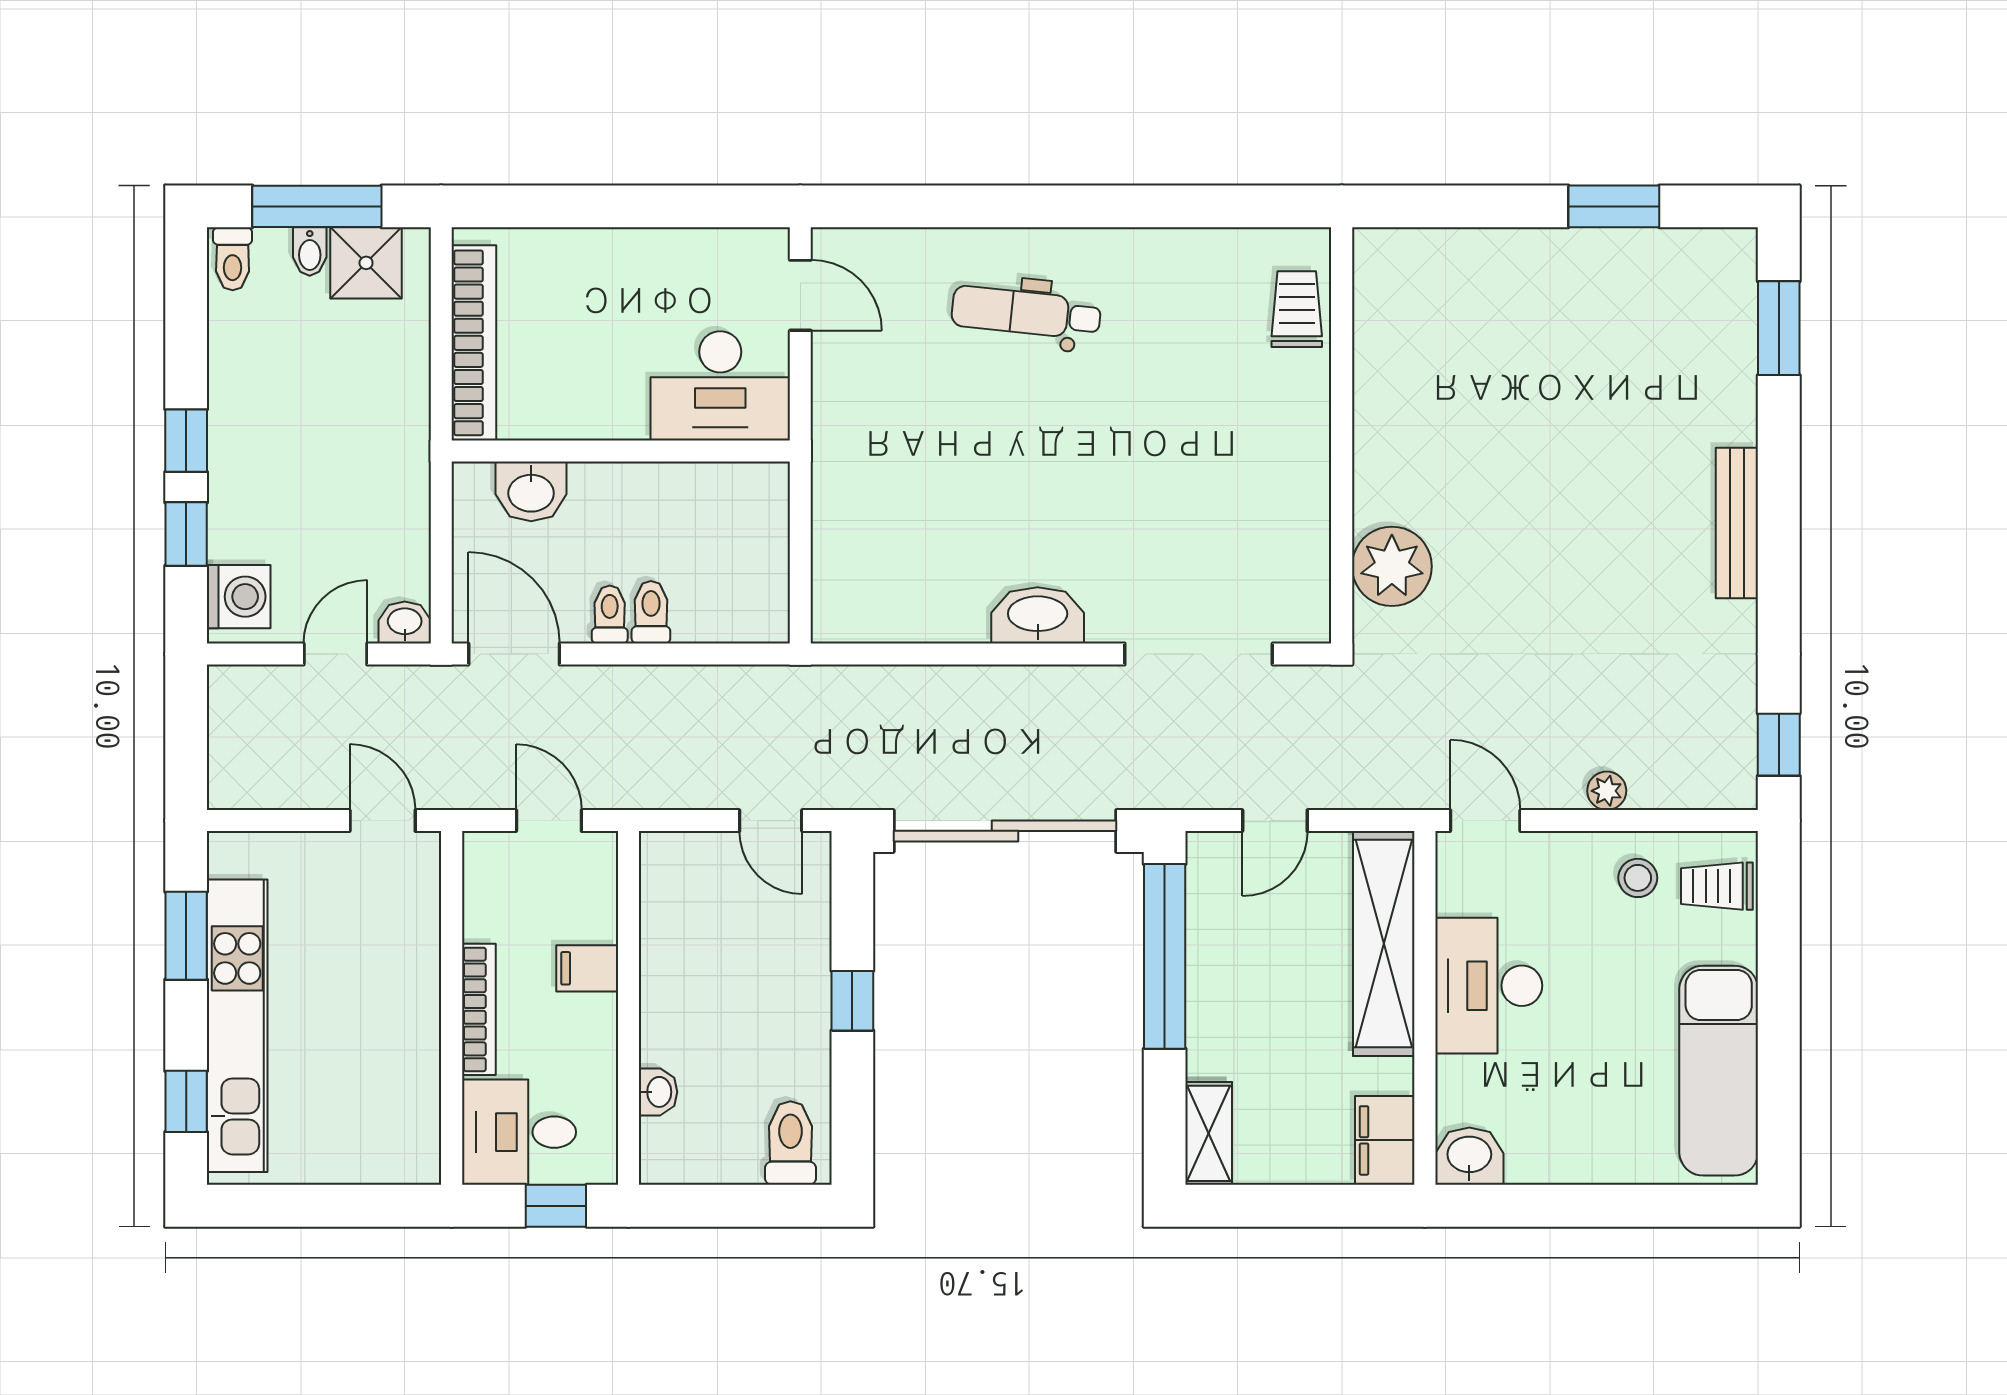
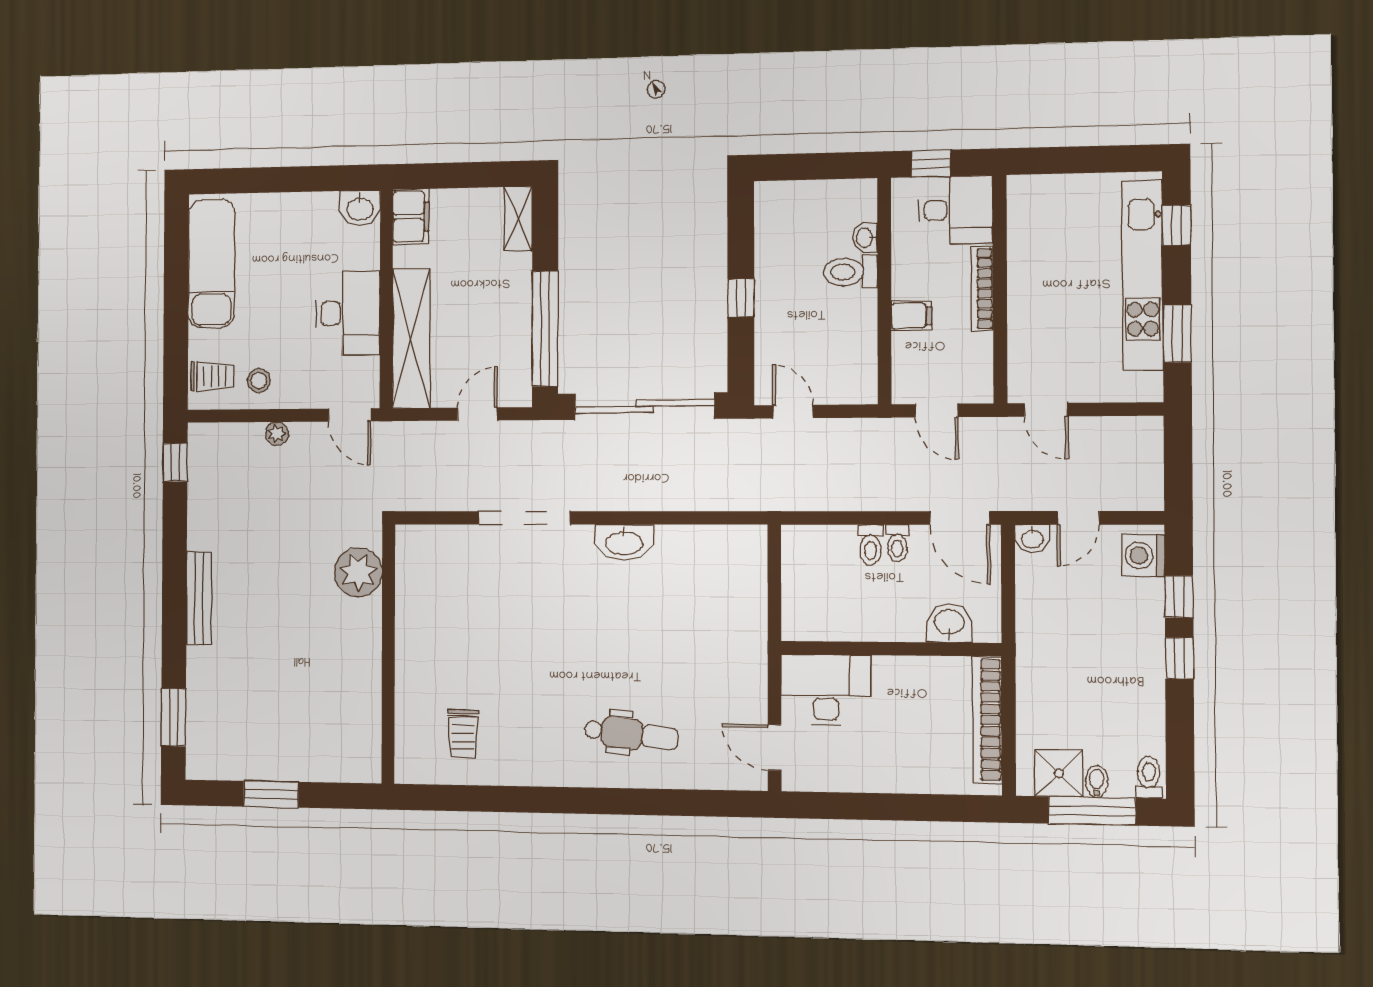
wall: (1342, 435) -> (388, 654), moved
plant: (1392, 566) -> (358, 572), moved
toilet: (790, 1143) -> (850, 272), moved, turned 90

